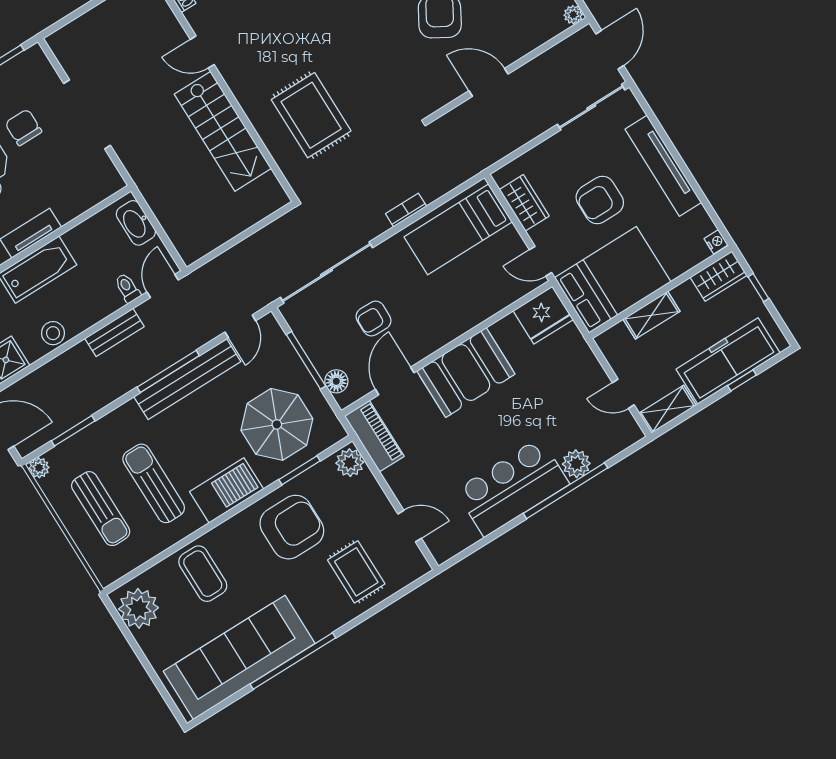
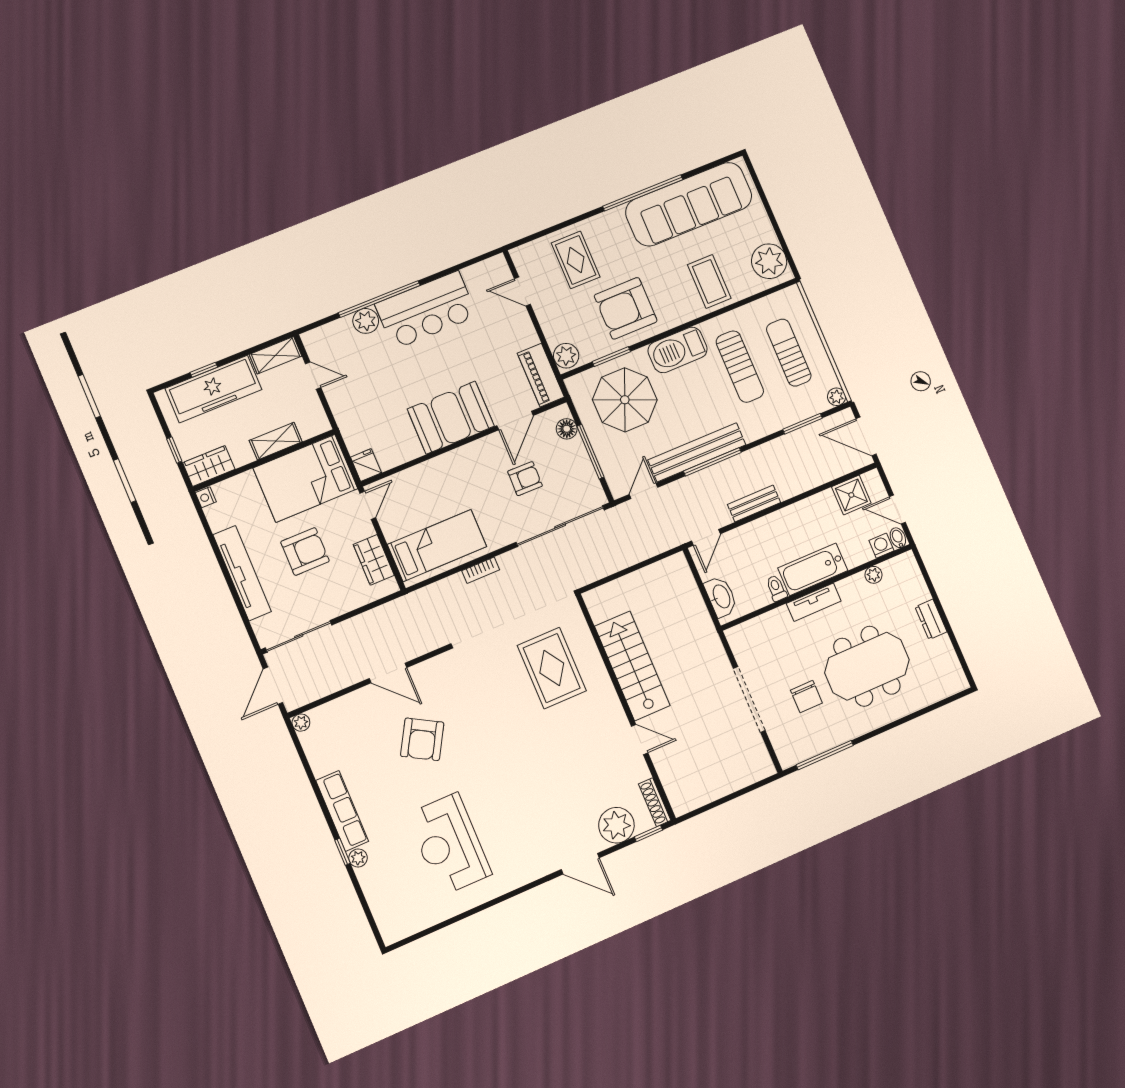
door: (540, 261) -> (368, 505), hinge flipped
toilet: (127, 288) -> (776, 588), moved, turned 180
fridge: (543, 315) -> (366, 465), width x0.53, depth x0.75
stool: (53, 333) -> (807, 512), removed

